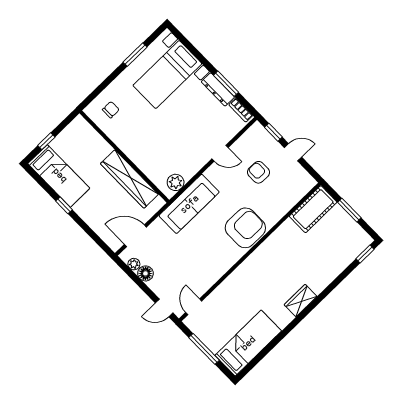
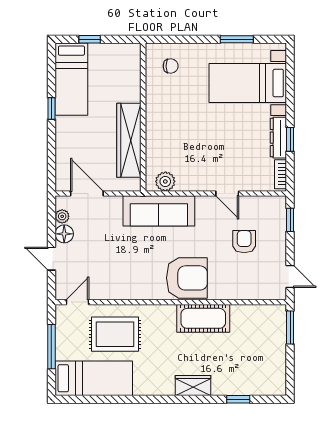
window: (226, 84) -> (290, 139), width x0.67
door: (293, 152) -> (290, 276), moved
cot: (313, 209) -> (203, 318), moved
window: (349, 210) -> (290, 327), moved
window: (365, 254) -> (238, 399), moved
wardrobe: (301, 301) -> (193, 385), moved
rug: (235, 304) -> (115, 334), added
door: (164, 308) -> (51, 259), moved

